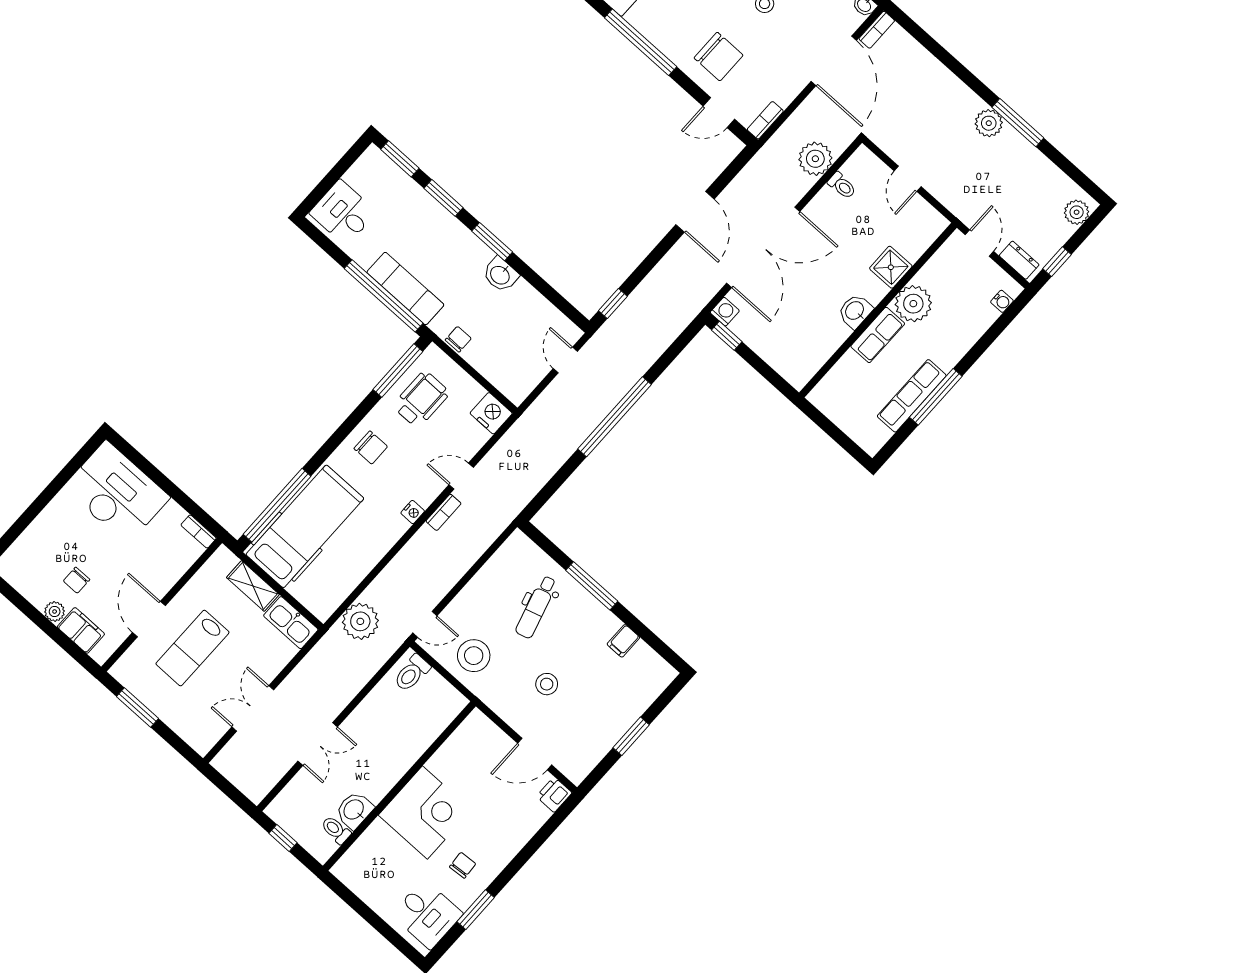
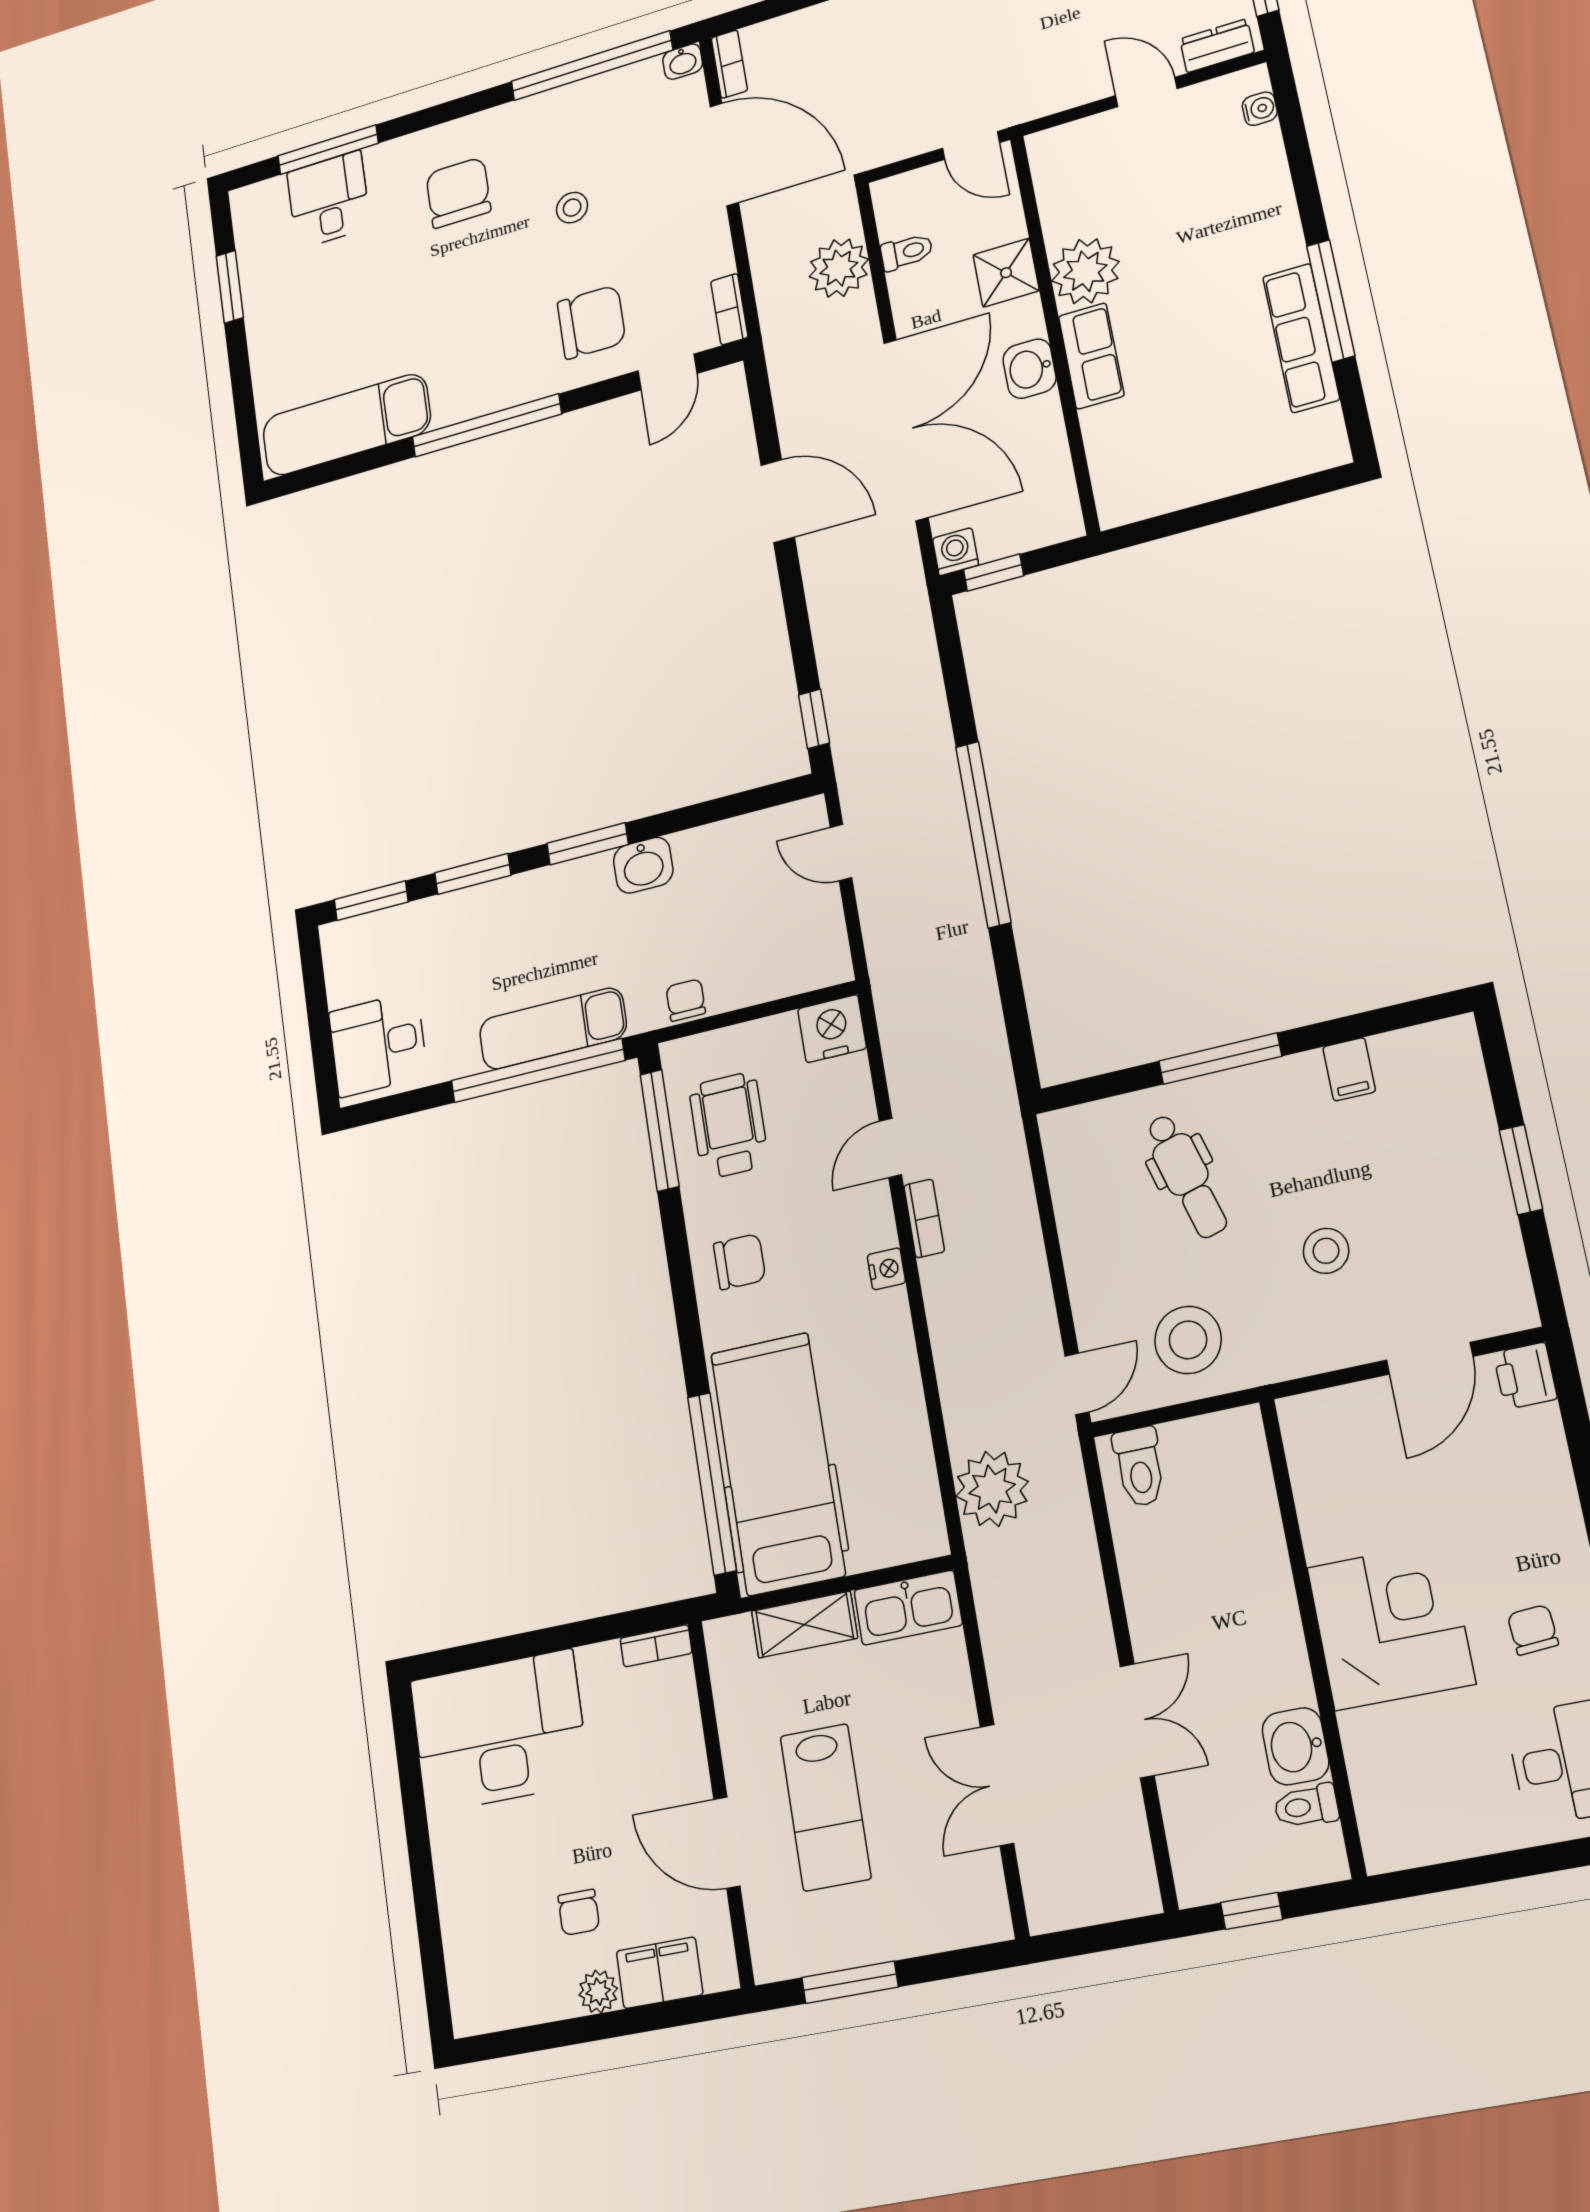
shower: (891, 267) -> (1006, 273), moved
plant: (913, 304) -> (1085, 271), moved
wall: (878, 310) -> (1054, 332), moved
washbasin: (855, 311) -> (1030, 369), moved
row of seats: (878, 335) -> (1091, 356), moved

